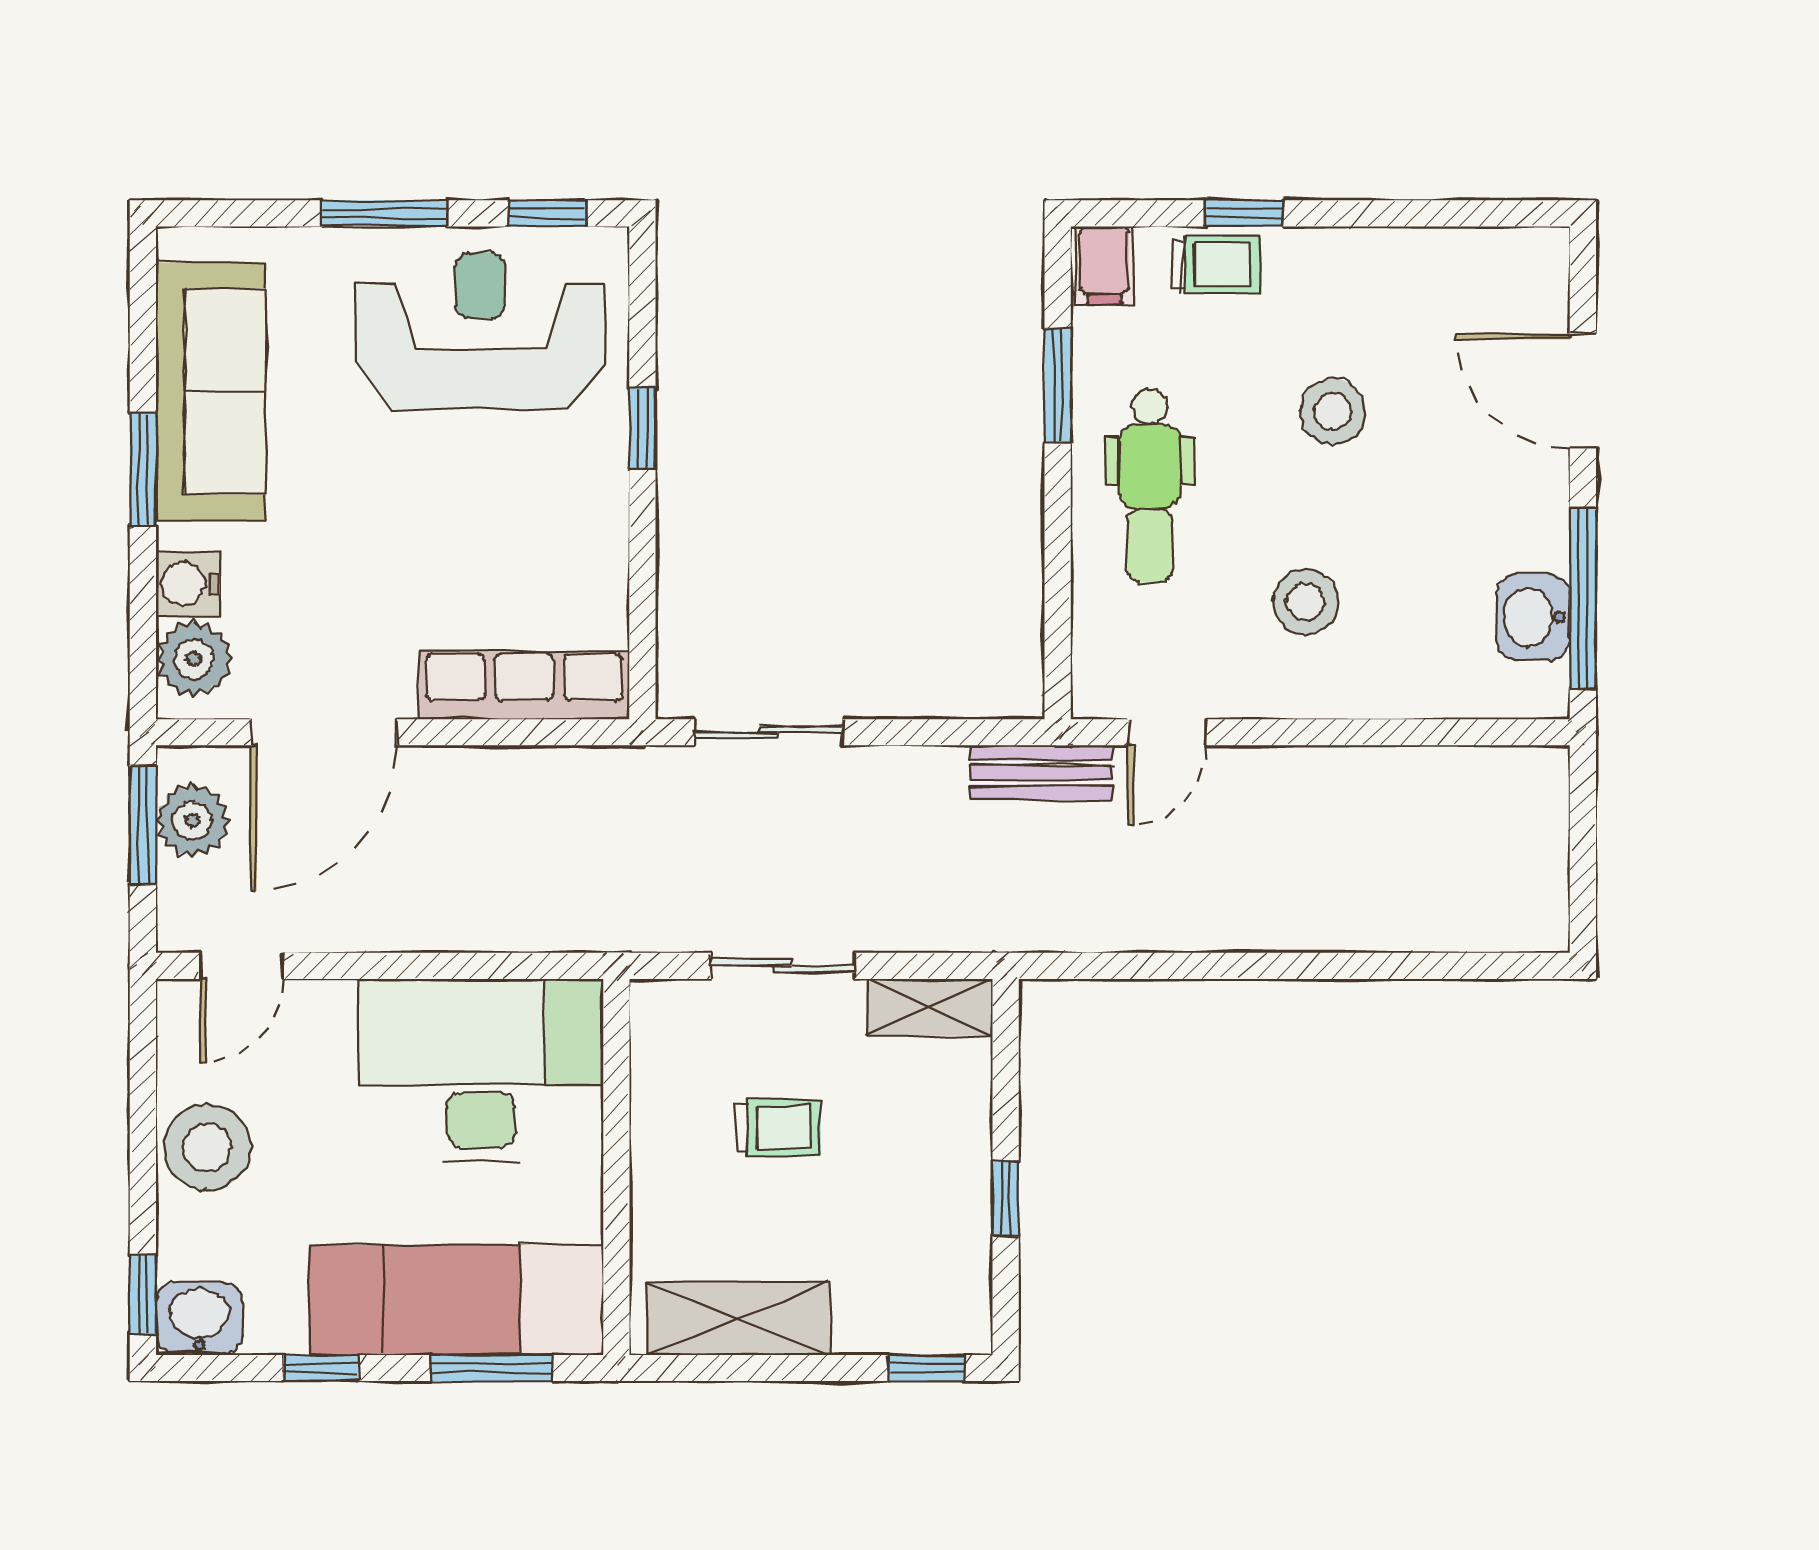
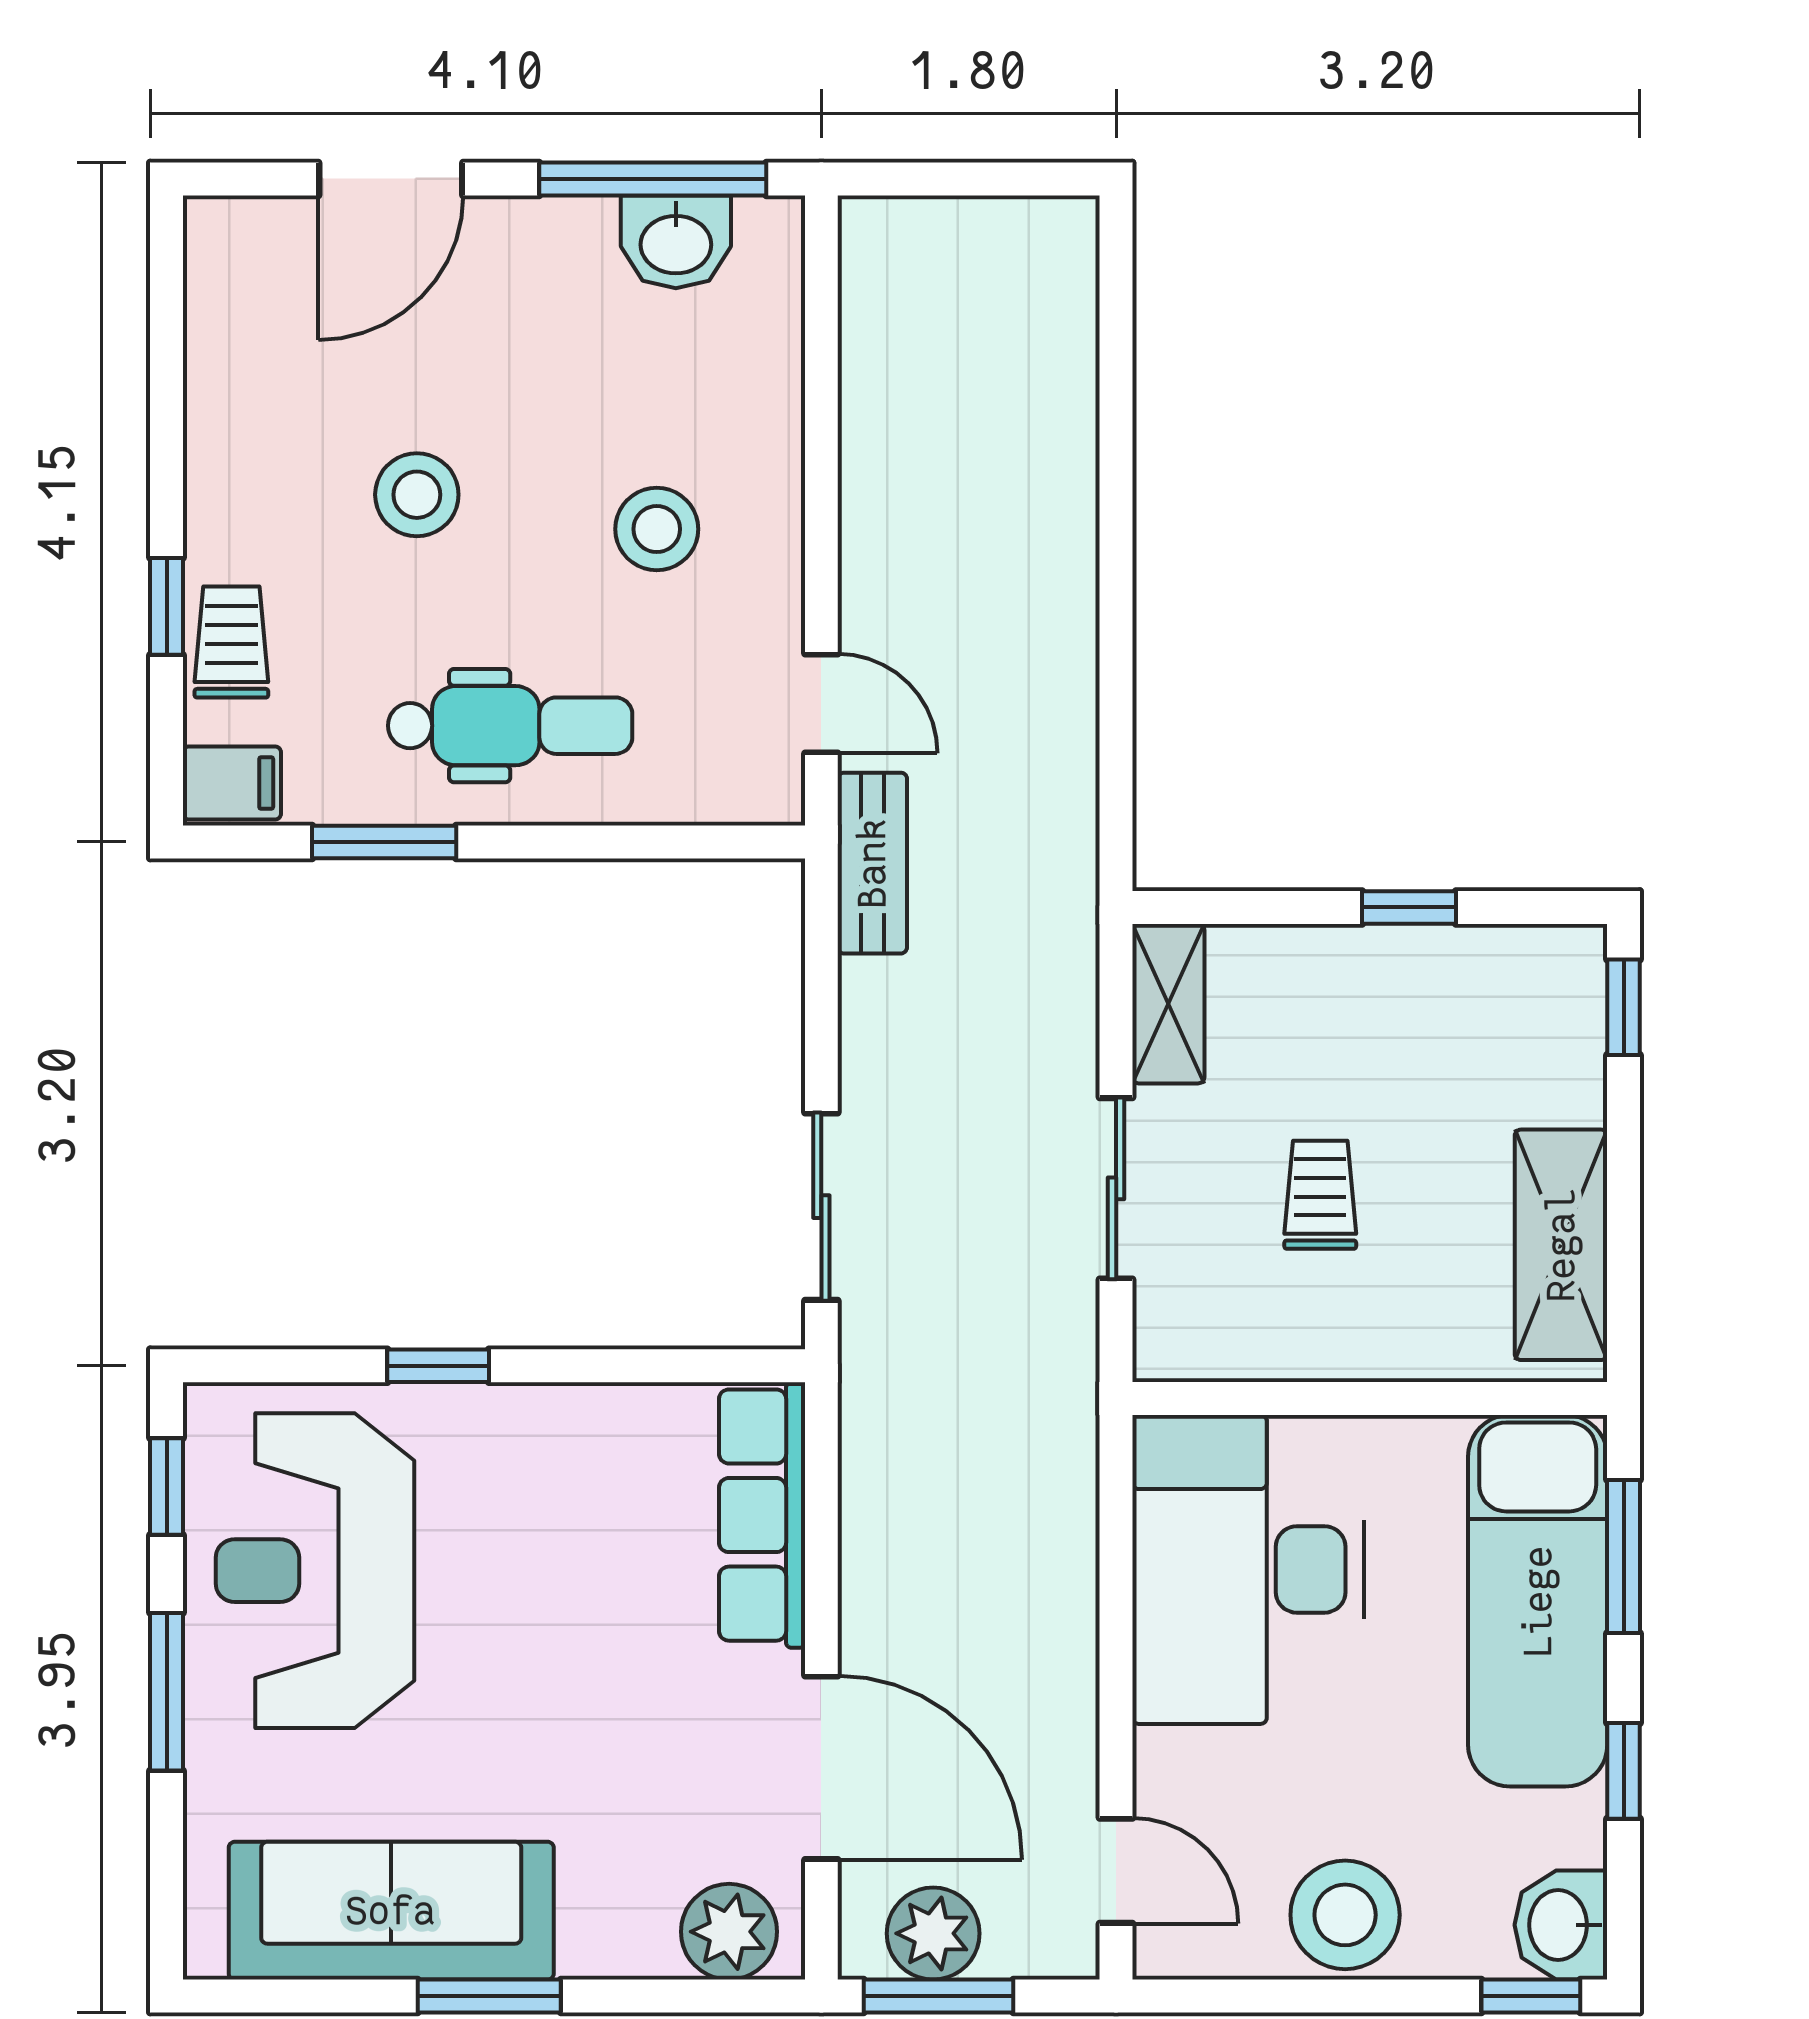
water cooler: (188, 584) -> (634, 1939), removed

